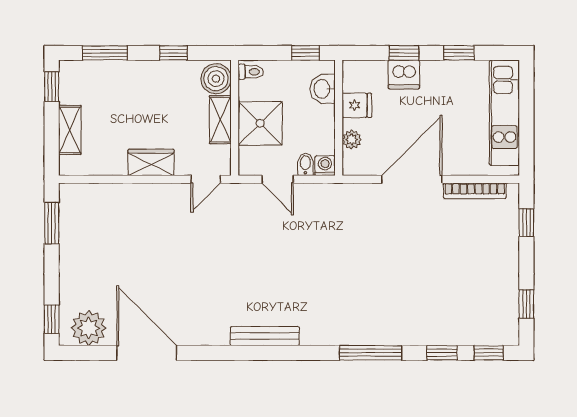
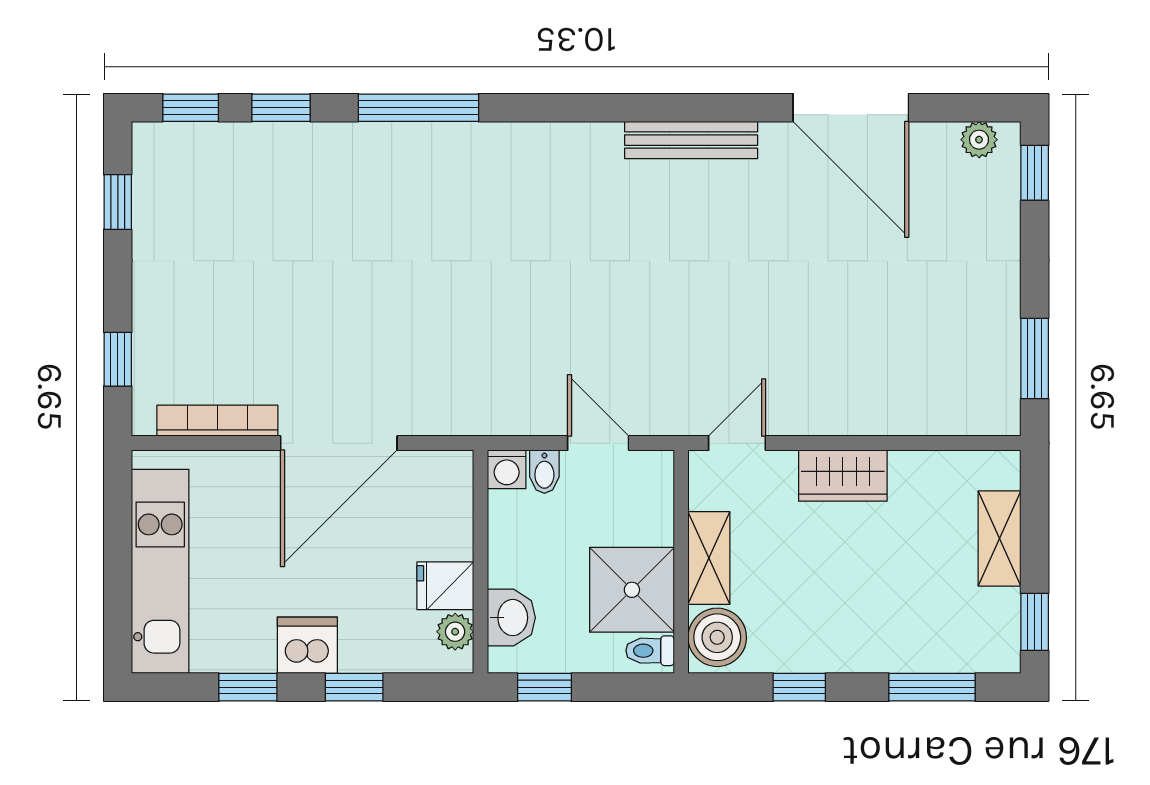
dishwasher: (404, 75) -> (307, 645), moved
shower: (260, 123) -> (632, 590), moved
plant: (352, 140) -> (455, 632), moved
plant: (89, 328) -> (979, 140), width x0.53, depth x0.53
bench: (265, 336) -> (691, 140), moved

